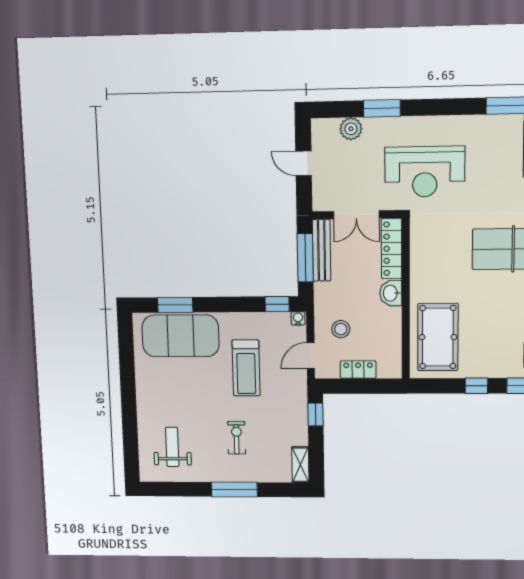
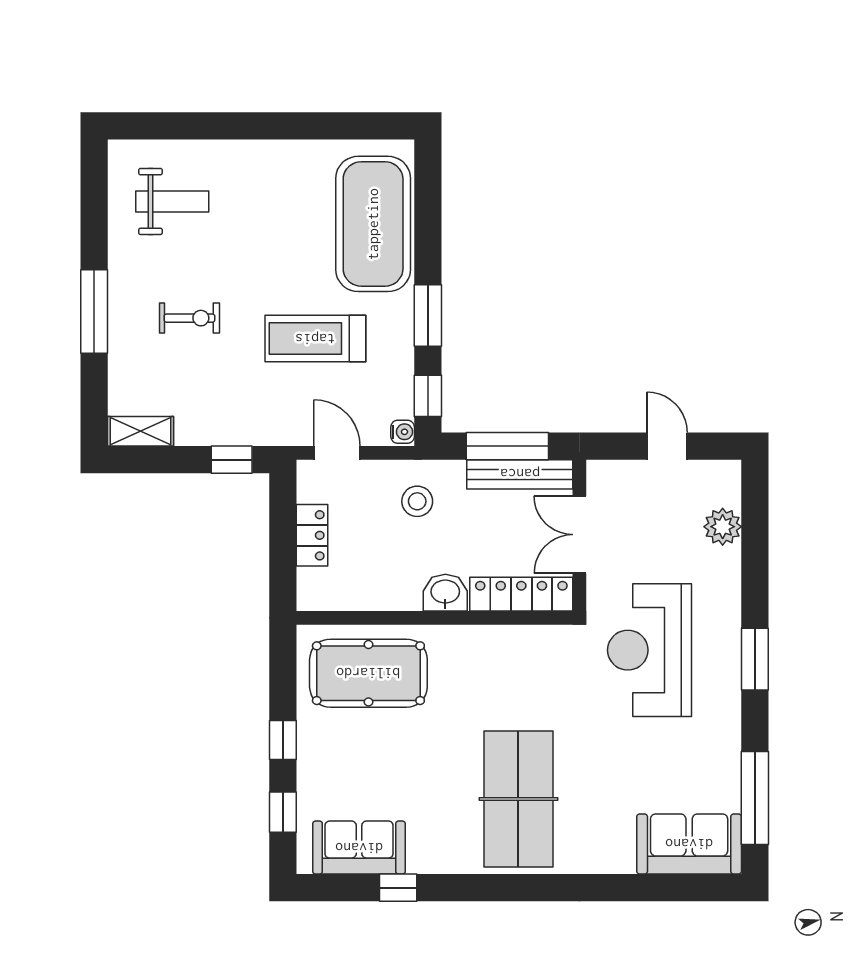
window: (382, 108) -> (755, 659), moved
door: (304, 163) -> (667, 446), hinge flipped
window: (175, 305) -> (428, 315), moved
stool: (341, 329) -> (417, 501), moved

